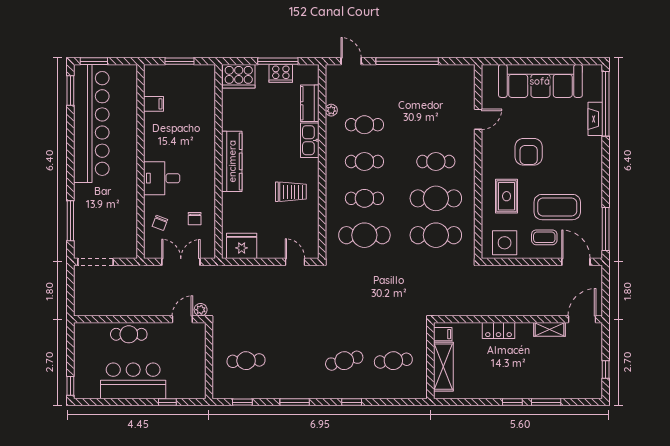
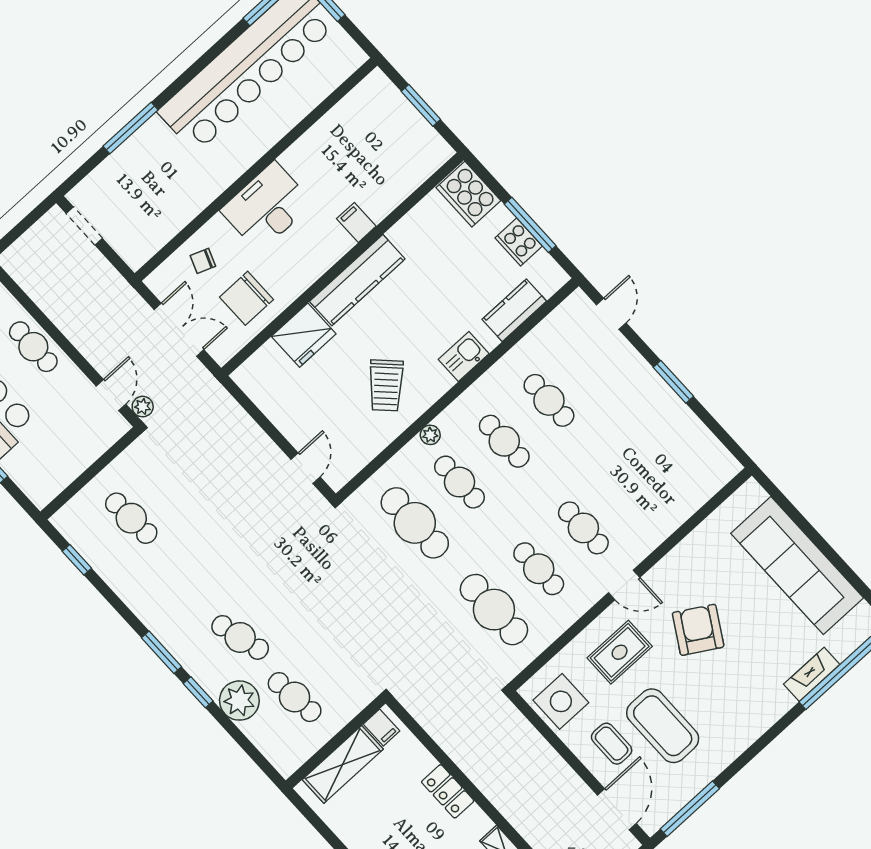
window: (407, 61) -> (673, 382), width x0.47
filing cabinet: (154, 104) -> (356, 222), moved, turned 180
plant: (331, 110) -> (430, 435), moved
door: (478, 119) -> (624, 585), moved
kitchen sink: (310, 140) -> (464, 356), width x0.73
armchair: (529, 152) -> (698, 630), turned 121
desk: (162, 178) -> (267, 207), width x1.37
trolley: (291, 192) -> (386, 385), turned 45
cafe table: (436, 198) -> (539, 569), width x0.73, depth x0.74
chair: (195, 219) -> (246, 298), width x1.87, depth x1.87
window: (70, 221) -> (130, 128), moved
fridge: (242, 246) -> (304, 335), moved, turned 90
doorway: (95, 262) -> (84, 226), width x0.73
door: (182, 319) -> (111, 395), hinge flipped
plant: (372, 387) -> (239, 701), added
window: (295, 402) -> (161, 652), moved

